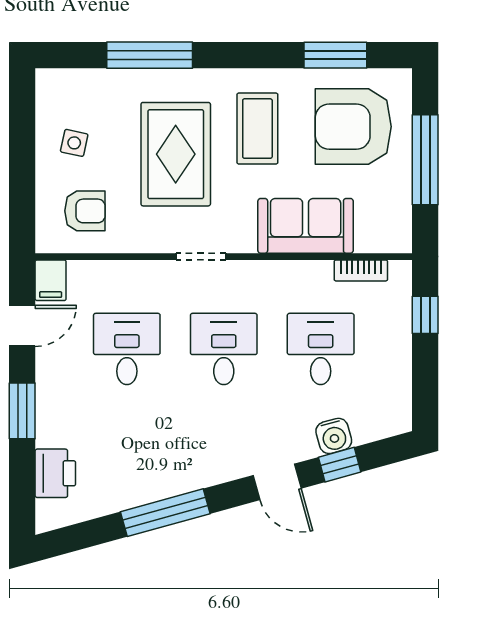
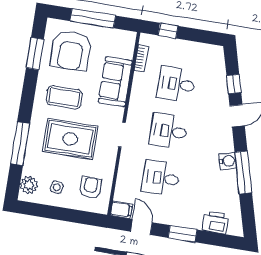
plant: (70, 86) -> (29, 185), added
water cooler: (334, 436) -> (228, 161), moved

